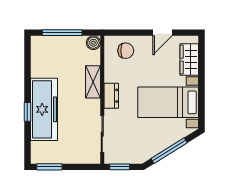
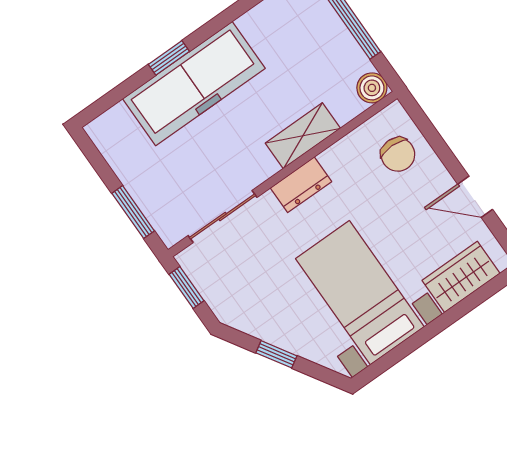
window: (169, 151) -> (276, 354), width x0.46
window: (49, 167) -> (133, 212), moved

